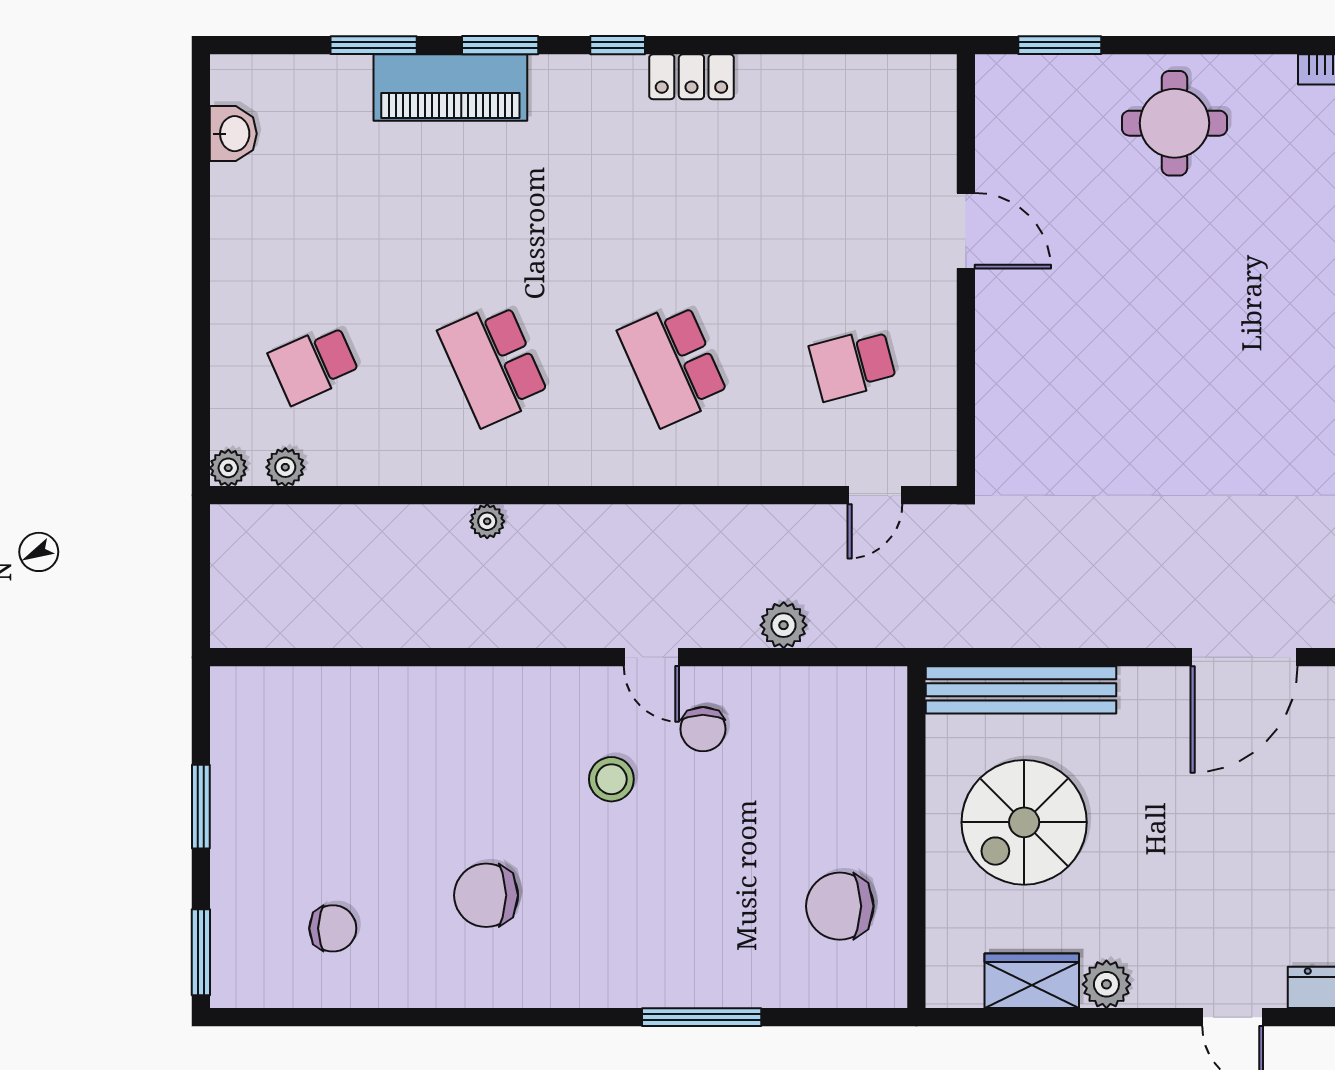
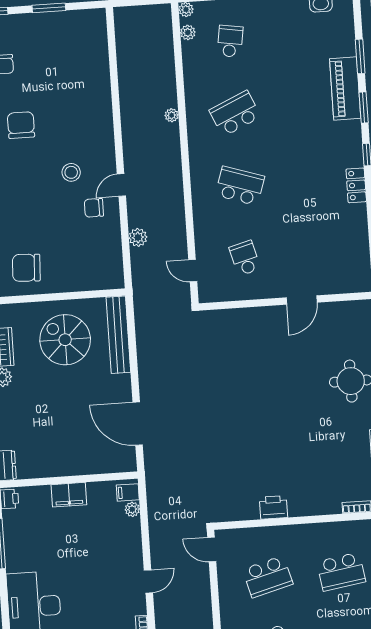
school desk: (314, 364) -> (230, 41), turned 33
school desk: (673, 364) -> (240, 186), turned 42
chair: (840, 906) -> (26, 268), turned -87

